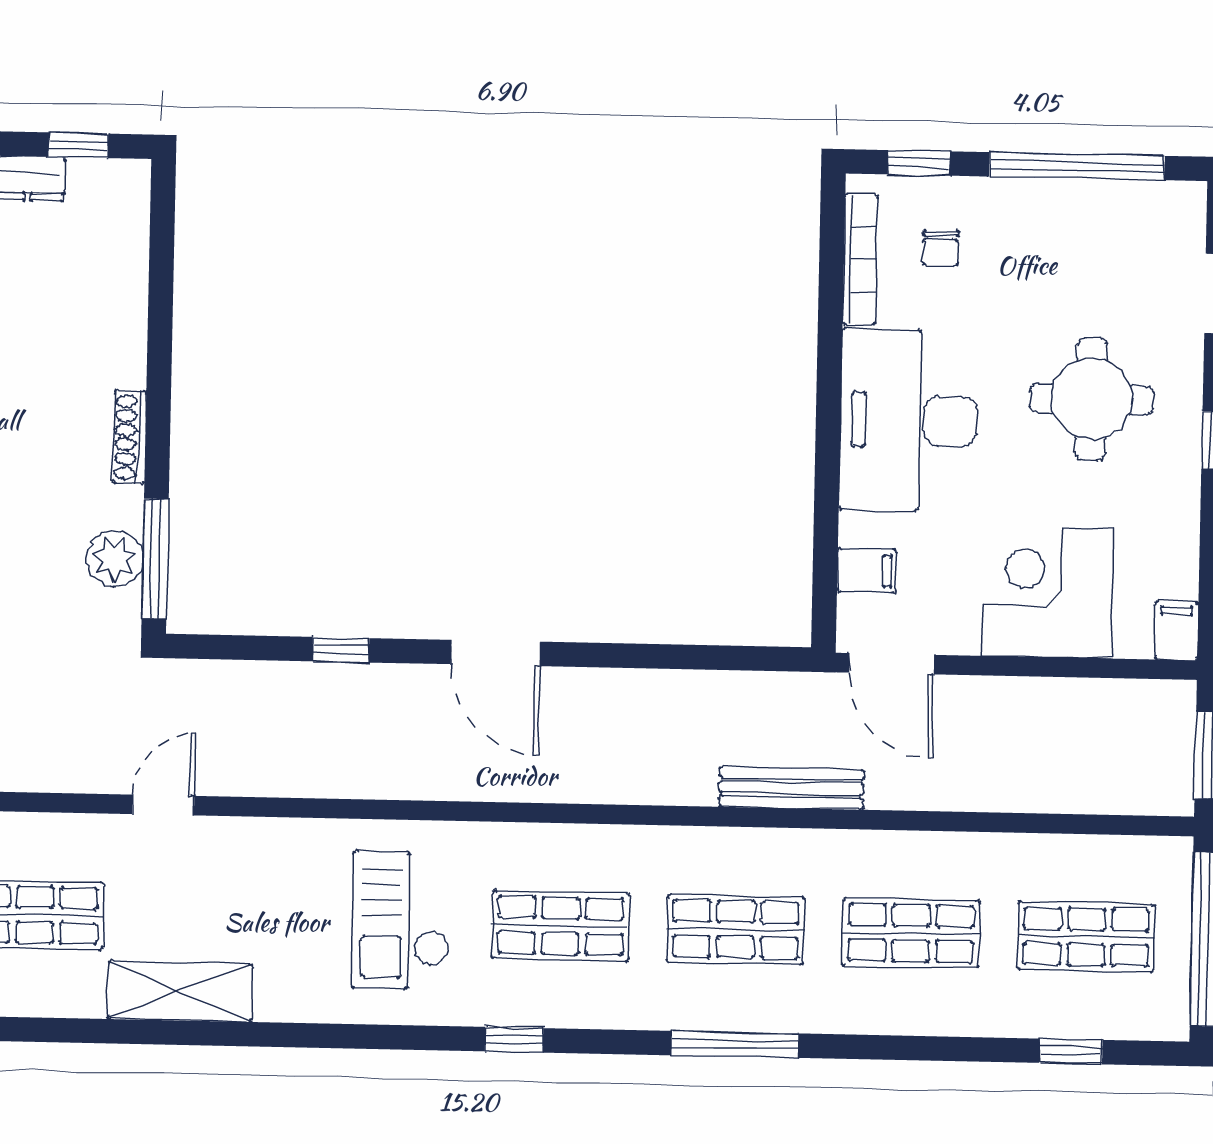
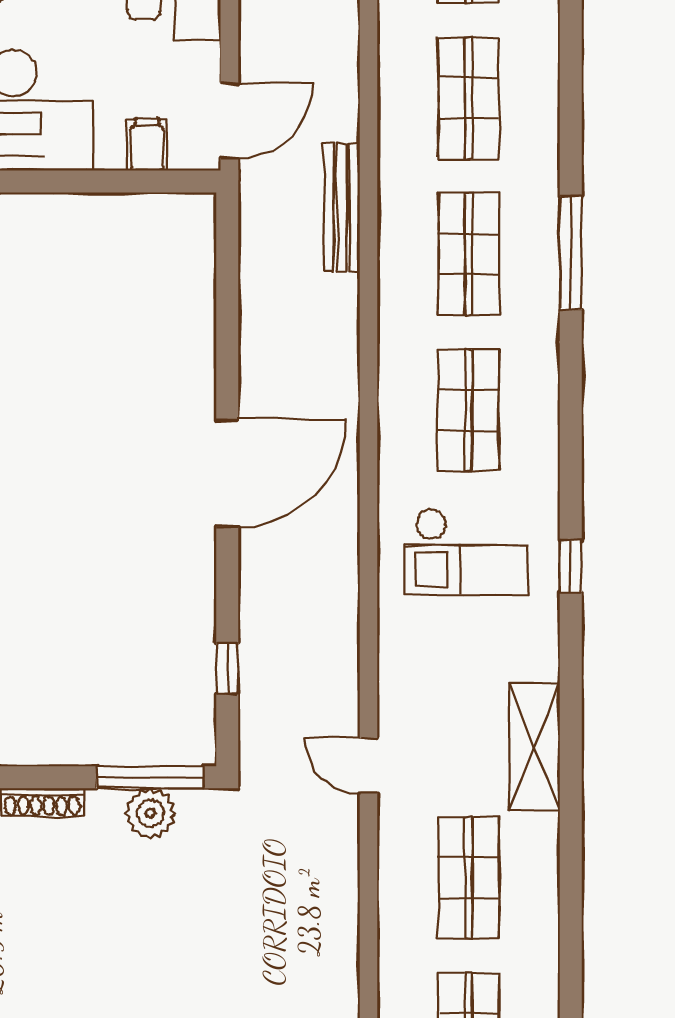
window: (341, 650) -> (227, 668), moved
door: (496, 653) -> (227, 473), width x1.36
window: (514, 1040) -> (571, 566), moved

